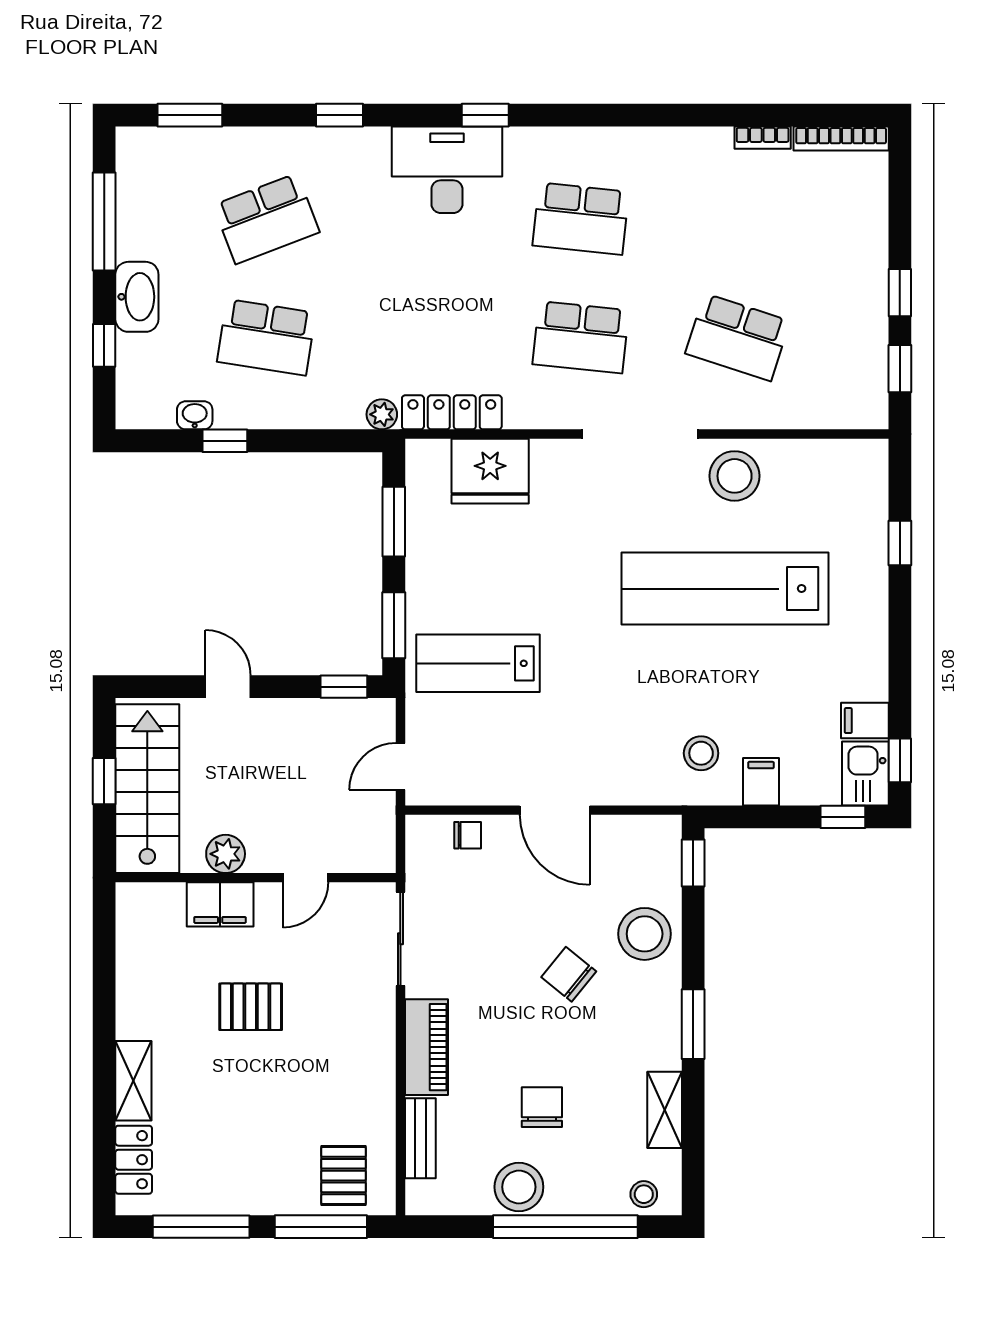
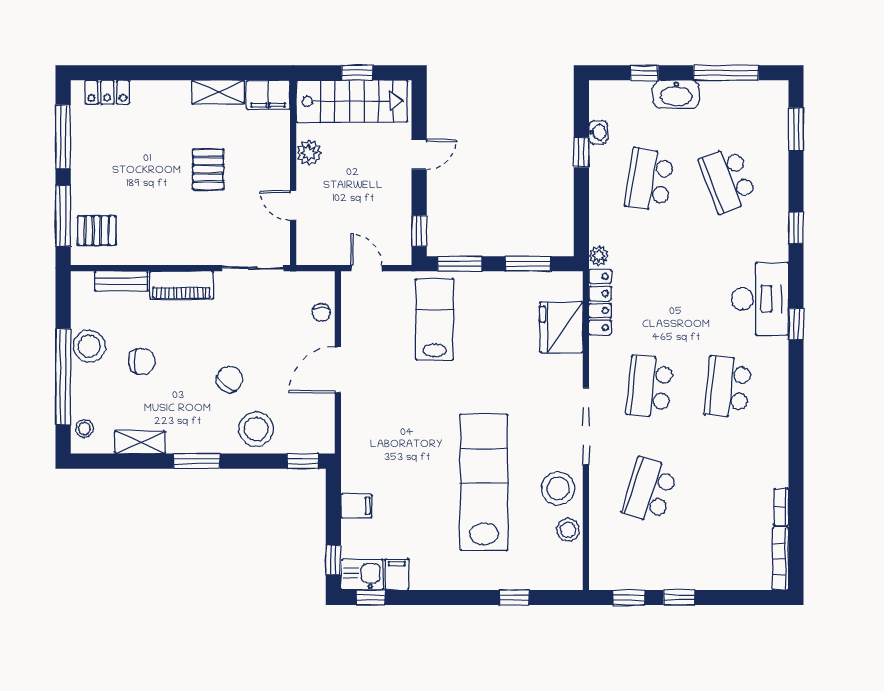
stool: (701, 753) -> (568, 530), moved
filing cabinet: (220, 904) -> (268, 95), moved, turned -90
shelving: (133, 1081) -> (218, 92), moved

